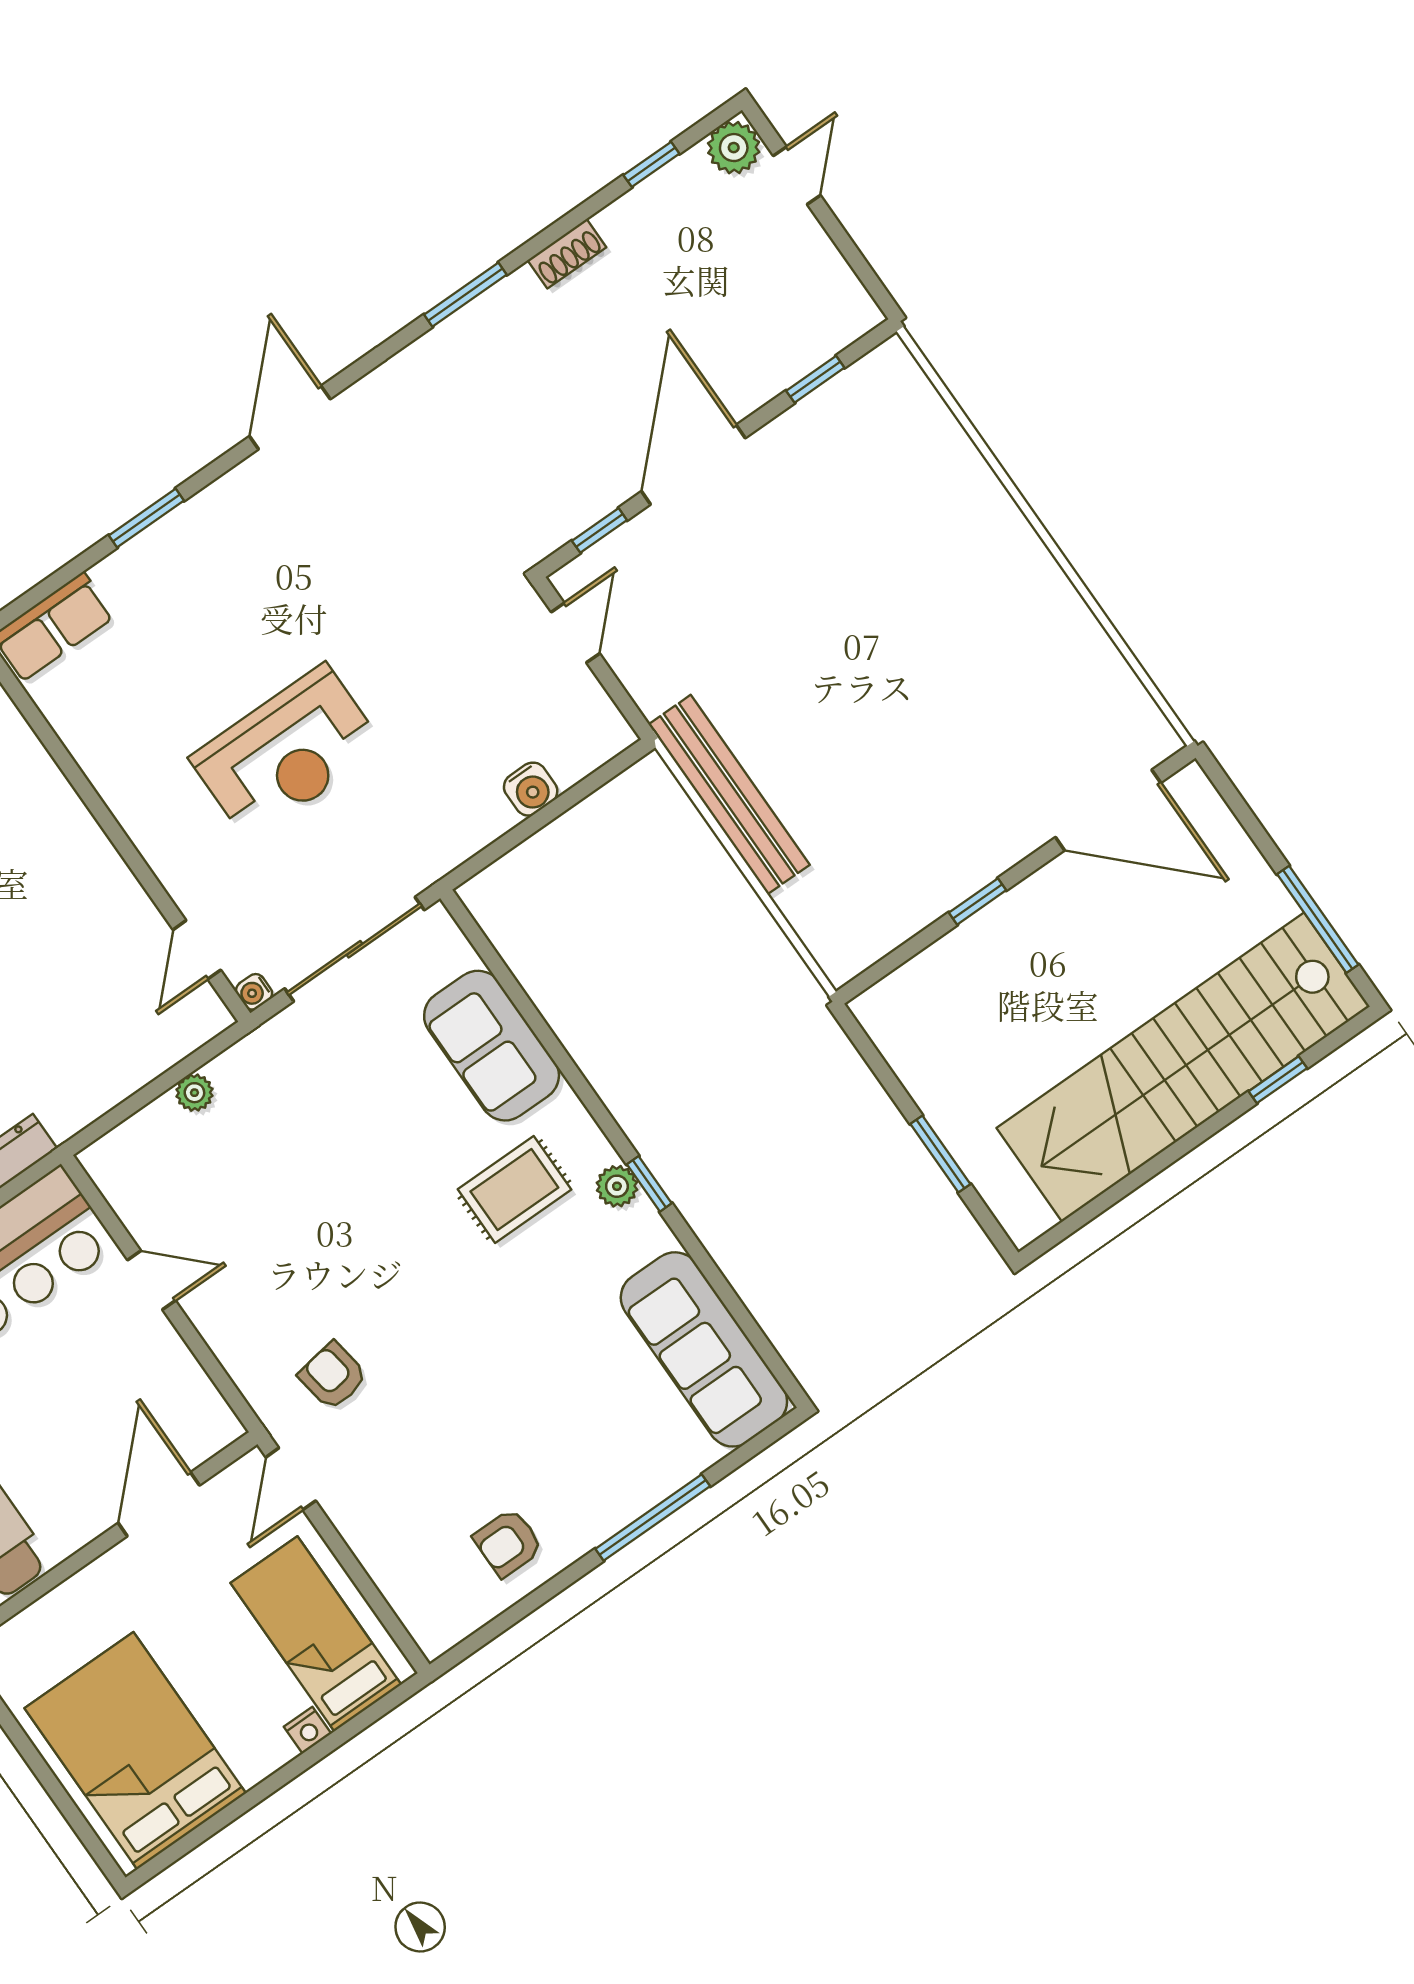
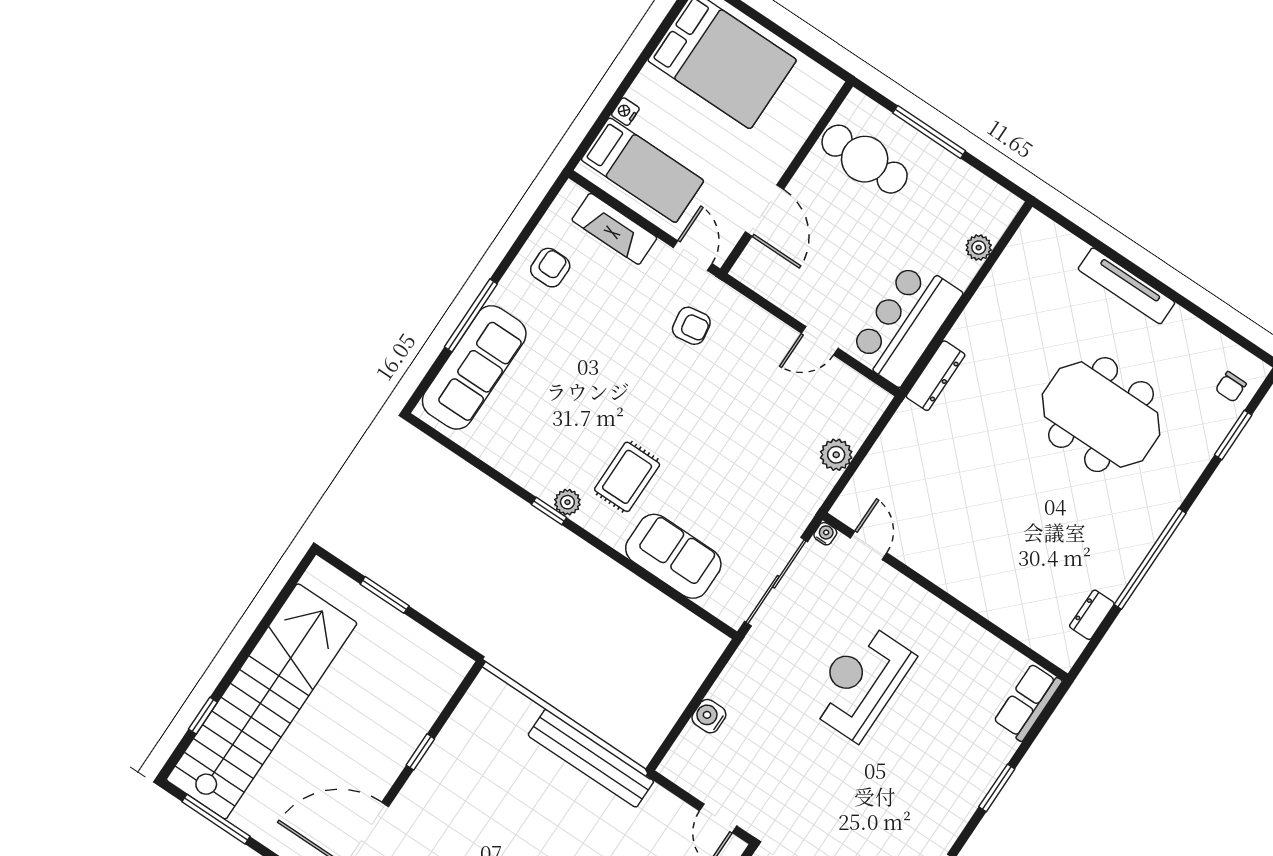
plant: (194, 1093) -> (836, 455), width x1.38, depth x1.38
sofa: (704, 1349) -> (474, 367), moved, turned 90
fireplace: (391, 1563) -> (614, 229), added

